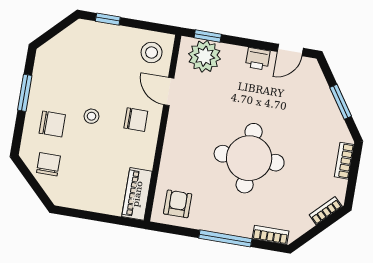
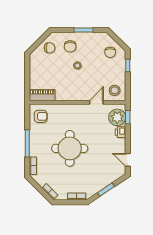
printer: (258, 59) -> (120, 132), moved
chair: (136, 120) -> (110, 52), moved

